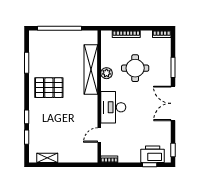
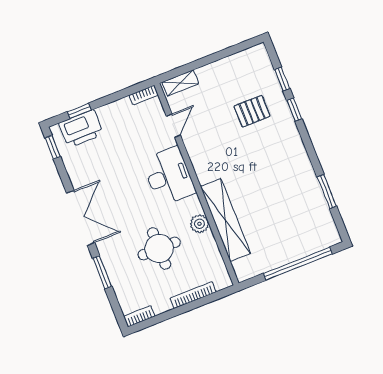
pallet: (49, 88) -> (252, 111), moved, width x0.67, depth x0.71
shelving: (47, 158) -> (180, 83), moved

